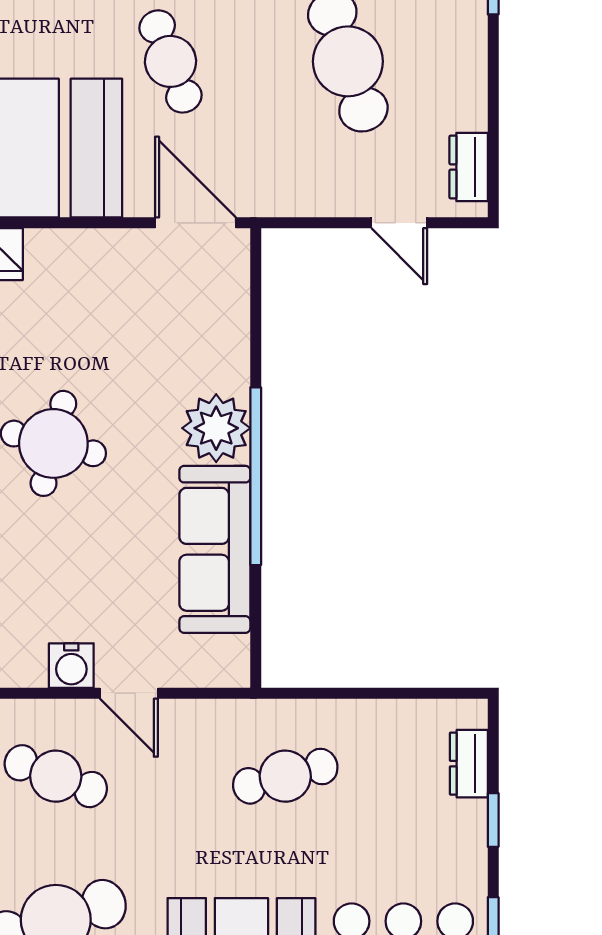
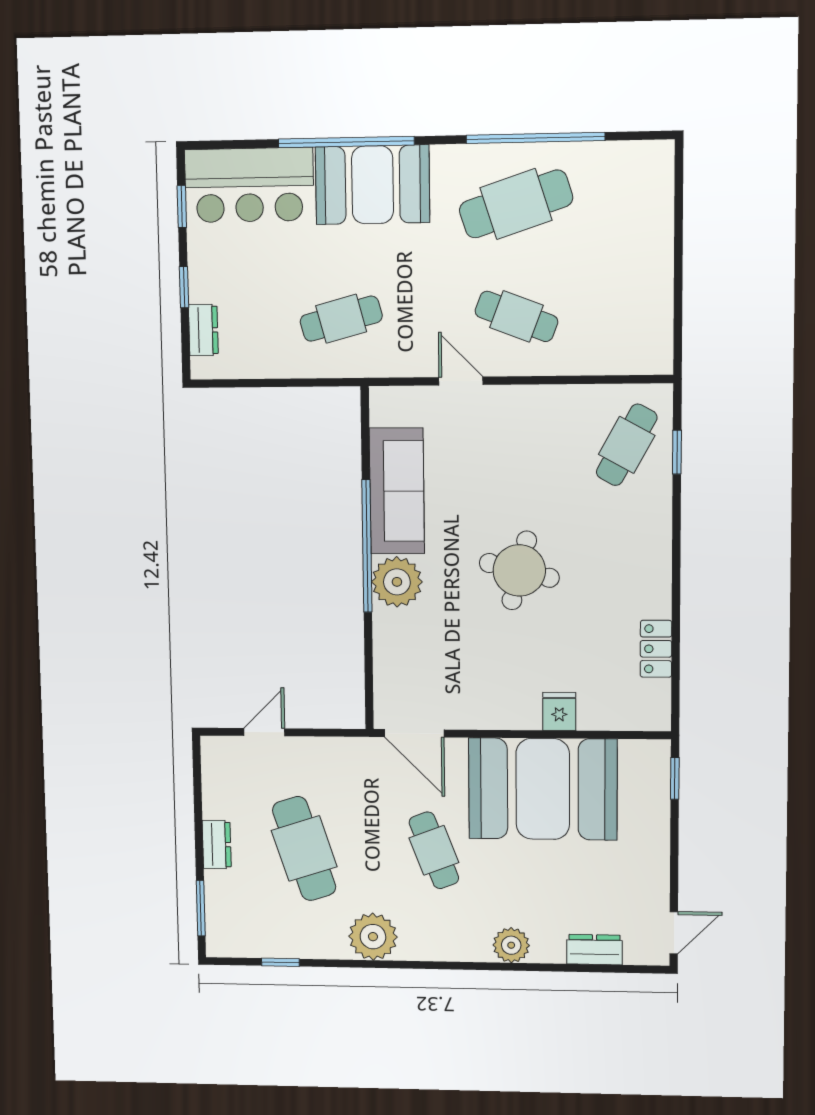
dresser: (469, 167) -> (217, 845), moved
door: (399, 223) -> (264, 732), hinge flipped
water cooler: (71, 666) -> (505, 402), removed

